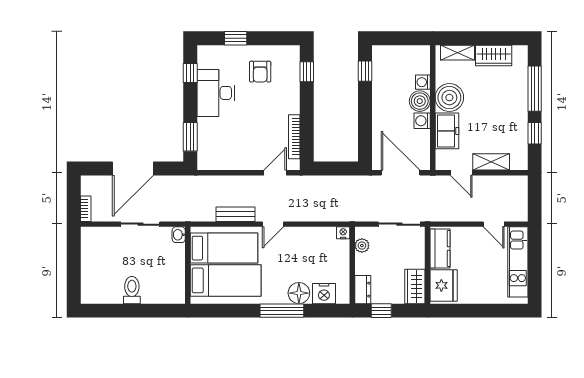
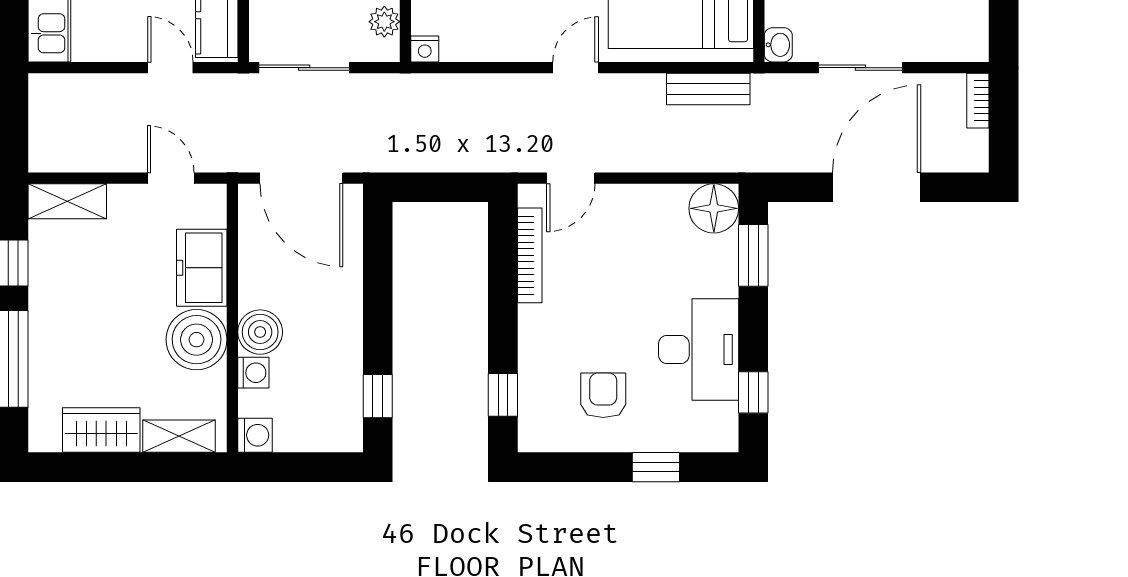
washing machine: (422, 121) -> (255, 435), moved
floor lamp: (209, 159) -> (714, 208), added
shelving: (491, 162) -> (67, 201), moved
bench: (236, 214) -> (708, 89), moved
door: (494, 224) -> (170, 68), moved

